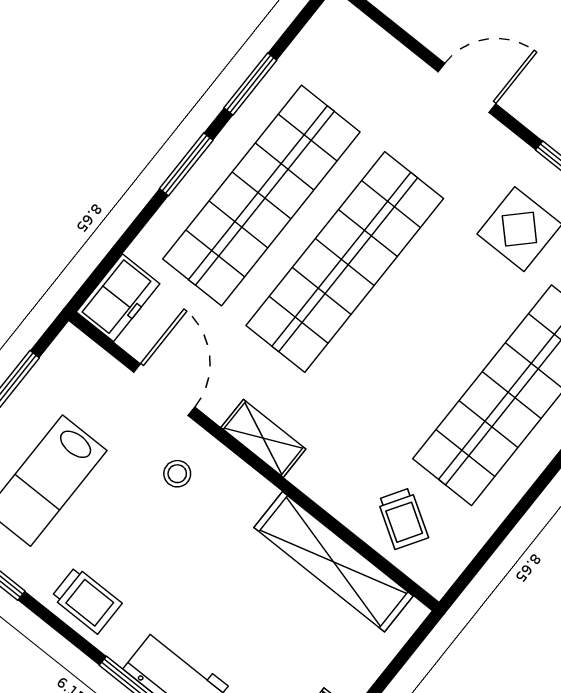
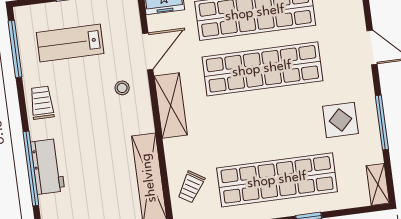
shelving: (263, 438) -> (171, 105), width x1.50, depth x1.33
trolley: (87, 600) -> (42, 103), turned 180

